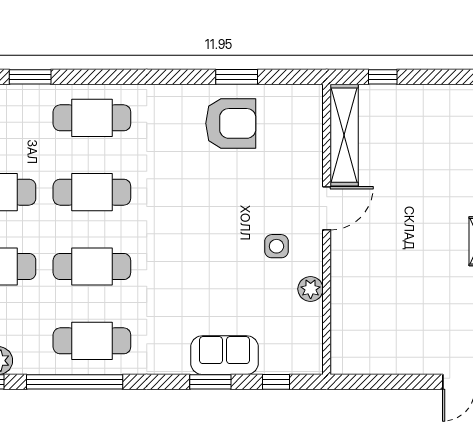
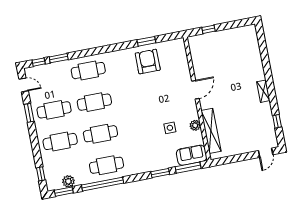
armchair: (231, 123) -> (148, 62), turned -90
shelving: (344, 135) -> (211, 131), moved
side table: (276, 246) -> (170, 128), moved
sofa: (225, 355) -> (192, 155), moved
window: (276, 382) -> (188, 168), width x2.17

